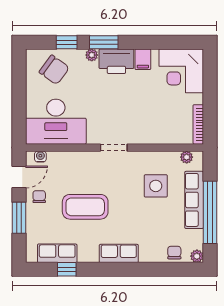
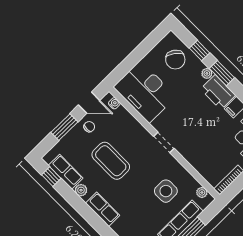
plant: (85, 256) -> (81, 190), added
window: (67, 269) -> (51, 177), moved

